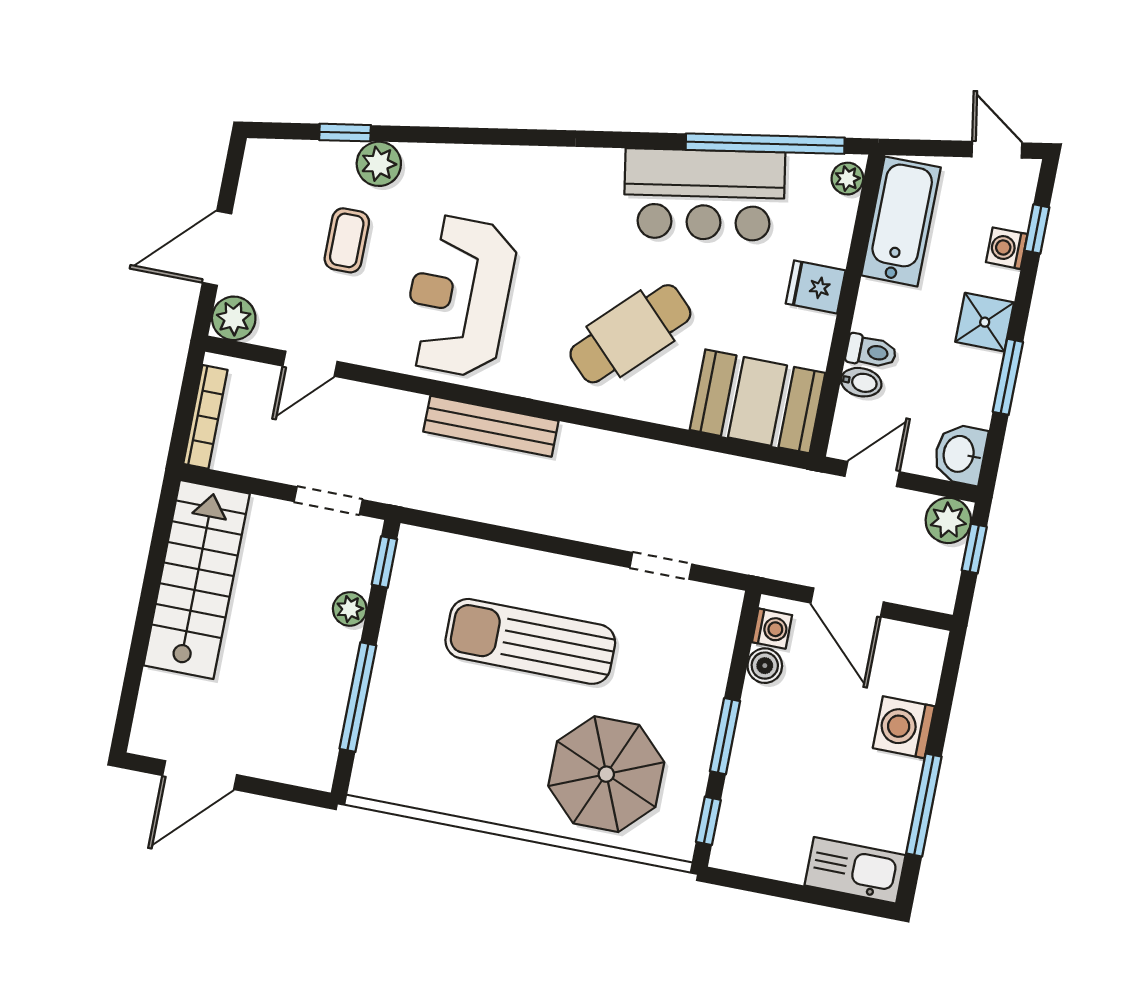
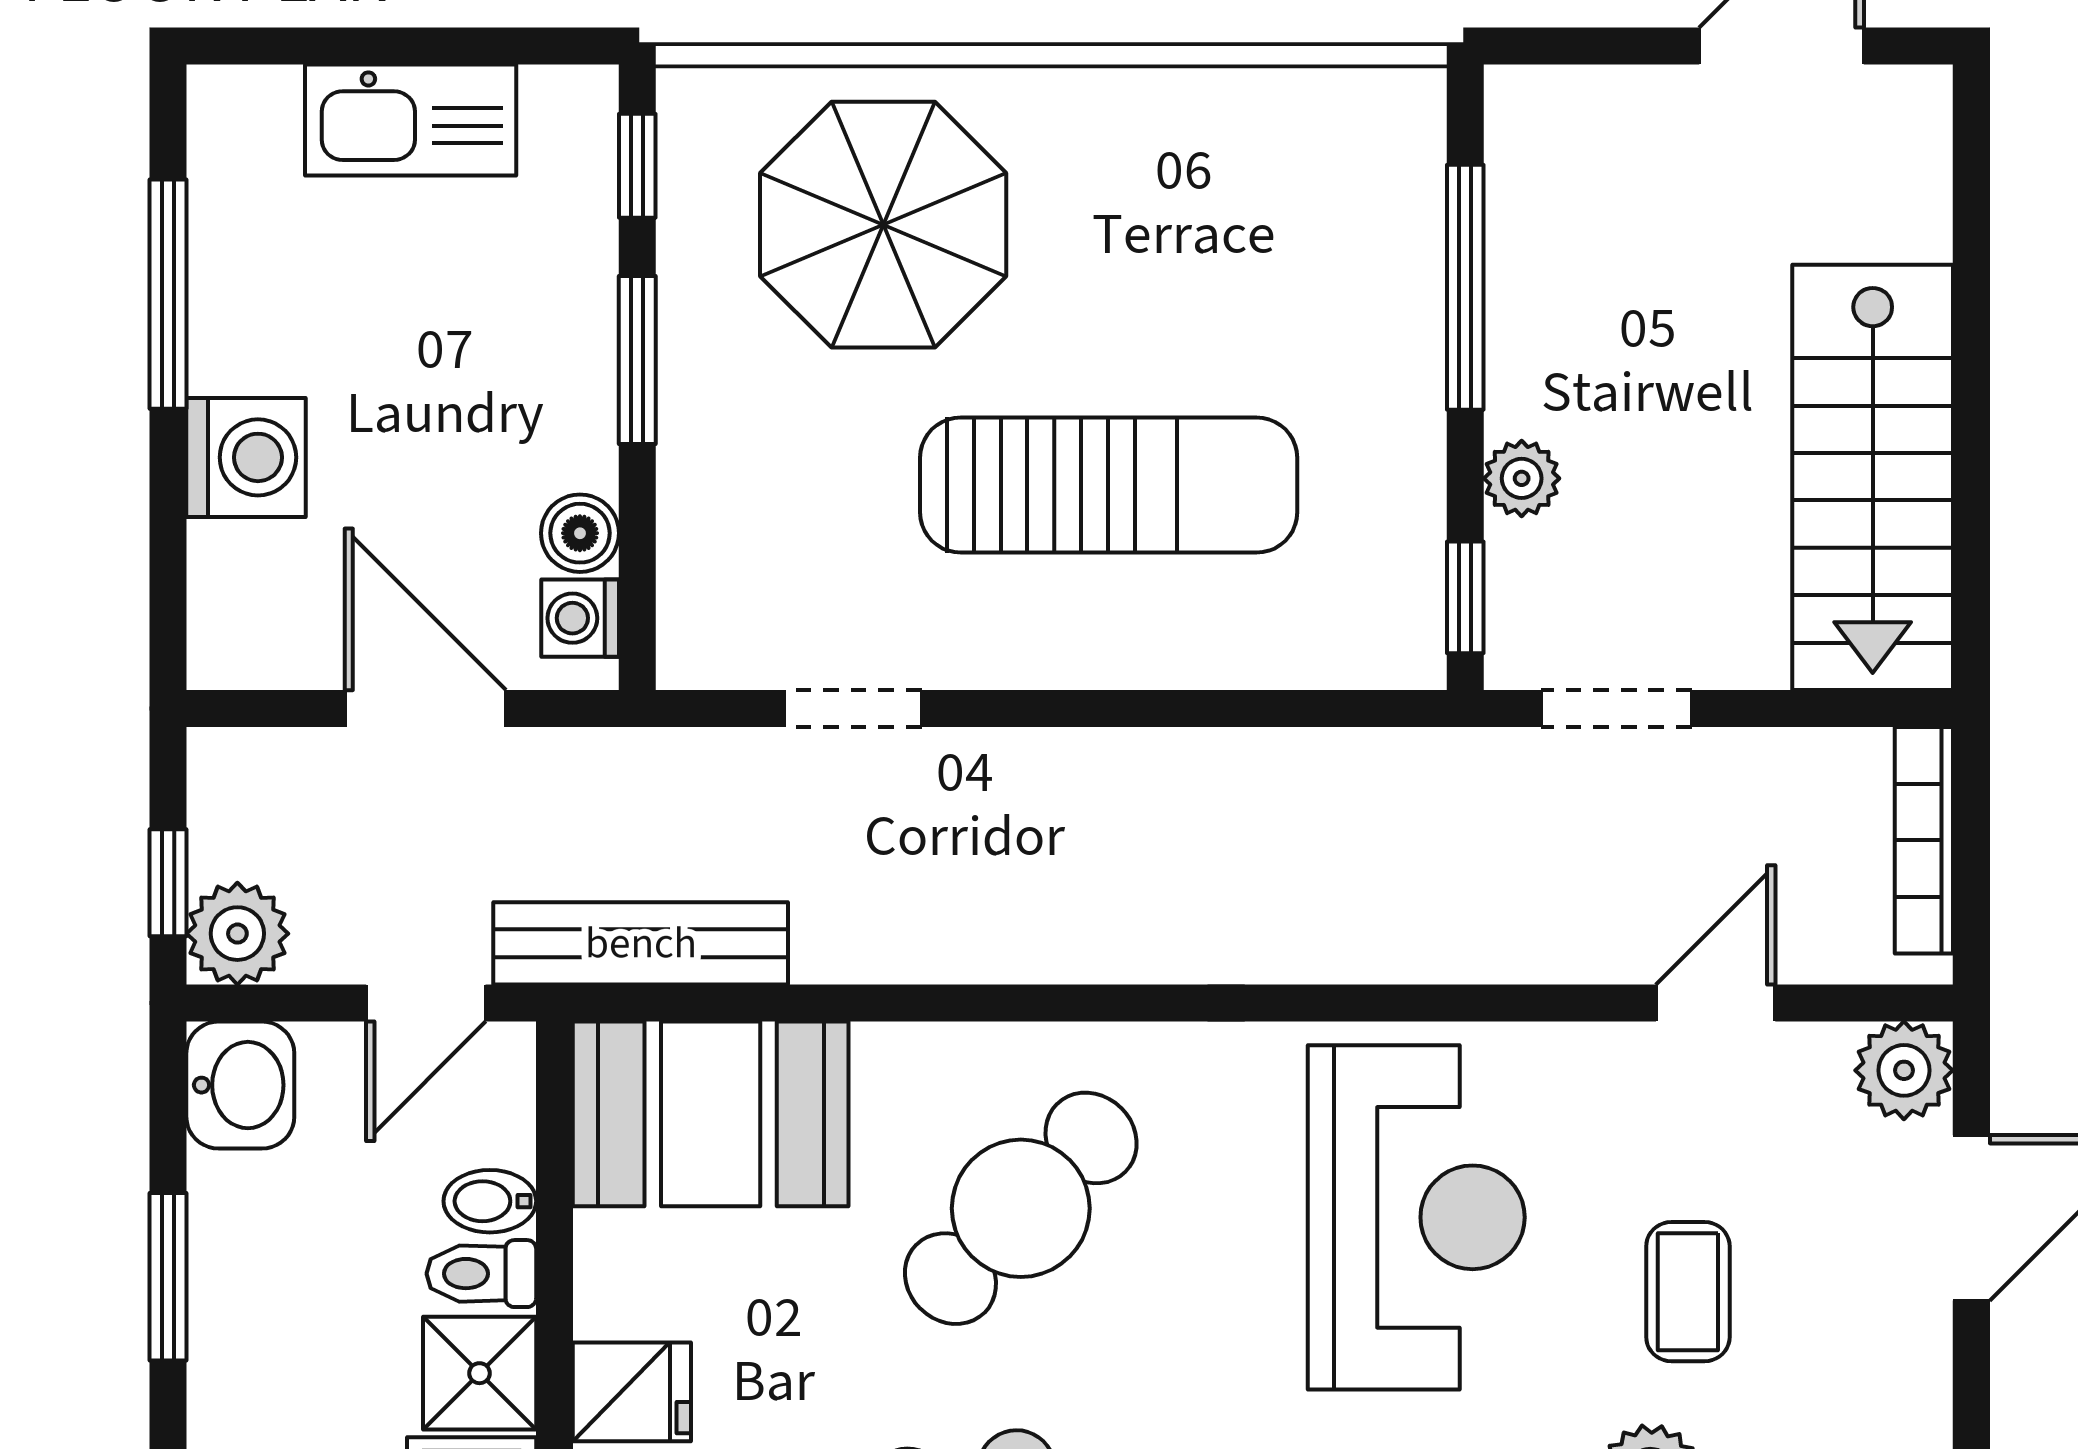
shower: (985, 322) -> (480, 1373), moved
bench: (491, 426) -> (641, 943), moved
kitchen sink: (855, 870) -> (411, 120), moved

